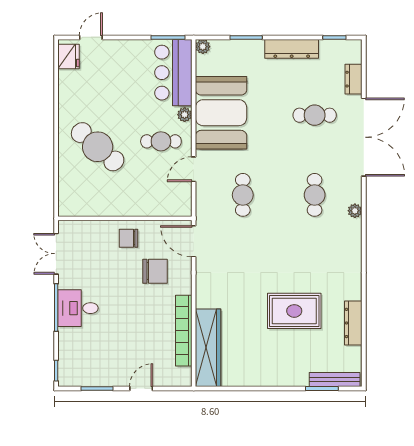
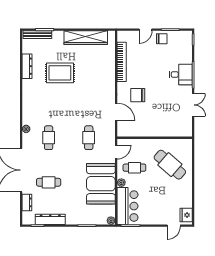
dresser: (292, 49) -> (50, 219), moved
wall: (125, 218) -> (155, 138), moved
chair: (129, 238) -> (162, 39), moved
wardrobe: (208, 348) -> (86, 38), moved, turned -90

